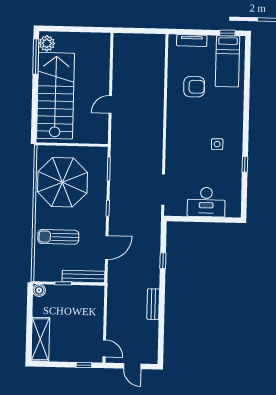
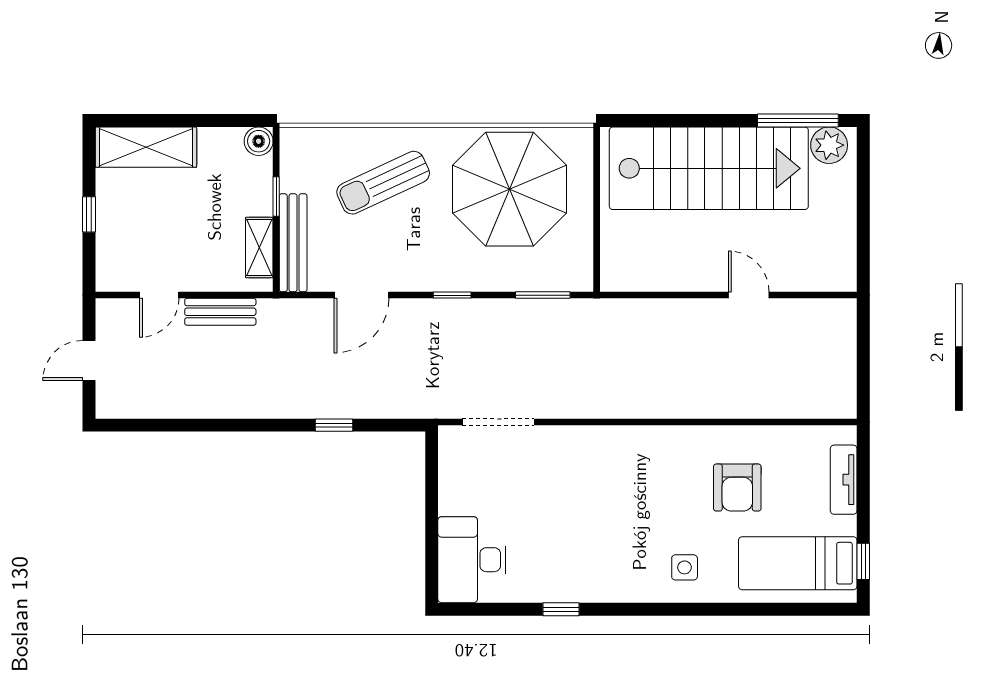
door: (110, 105) -> (749, 295), moved
side table: (217, 144) -> (685, 567), moved
desk: (206, 202) -> (472, 560), moved
sun lounger: (58, 237) -> (383, 183), turned -115
door: (107, 247) -> (361, 295), hinge flipped
shelving: (85, 291) -> (259, 248), added
bench: (153, 304) -> (220, 312), moved
door: (104, 348) -> (159, 295), moved
window: (84, 365) -> (89, 214), moved

